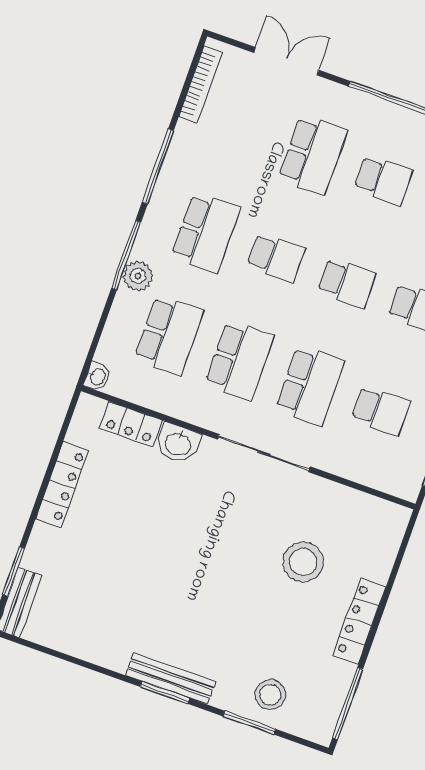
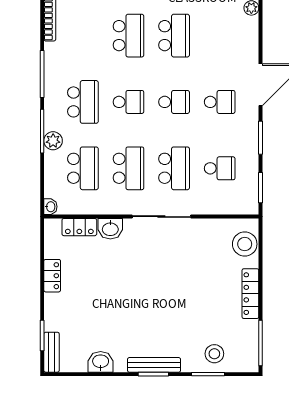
school desk: (383, 180) -> (174, 36), width x1.85
locker: (62, 484) -> (52, 276), width x0.66
stool: (303, 562) -> (245, 244), moved
washbasin: (90, 644) -> (101, 362), added

